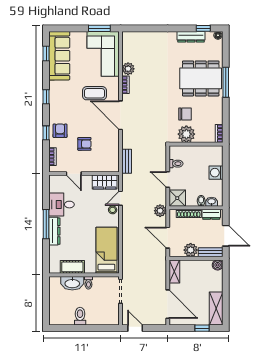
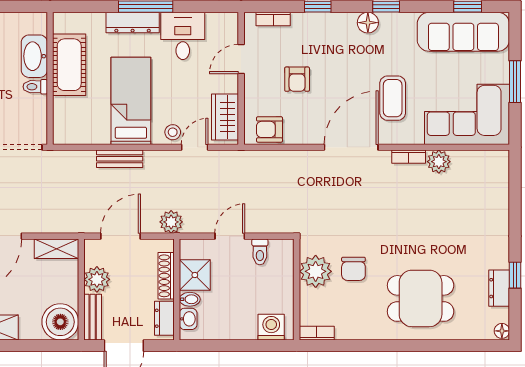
window: (99, 28) -> (515, 82), moved
window: (203, 28) -> (515, 275), moved
dresser: (191, 37) -> (499, 288), width x0.70
dining table: (201, 78) -> (421, 298), width x0.73
window: (226, 82) -> (413, 346), removed
floor lamp: (55, 106) -> (368, 23), added
armchair: (60, 131) -> (270, 129), moved, turned 180
bench: (127, 161) -> (120, 159), moved
washing machine: (216, 173) -> (271, 327), moved
door: (121, 198) -> (195, 147), hinge flipped
shower: (177, 198) -> (195, 275), moved
bed: (106, 250) -> (131, 101), moved, turned -90
boiler: (218, 265) -> (60, 322), width x1.86, depth x1.86
cot: (72, 267) -> (69, 65), width x1.37, depth x1.34

